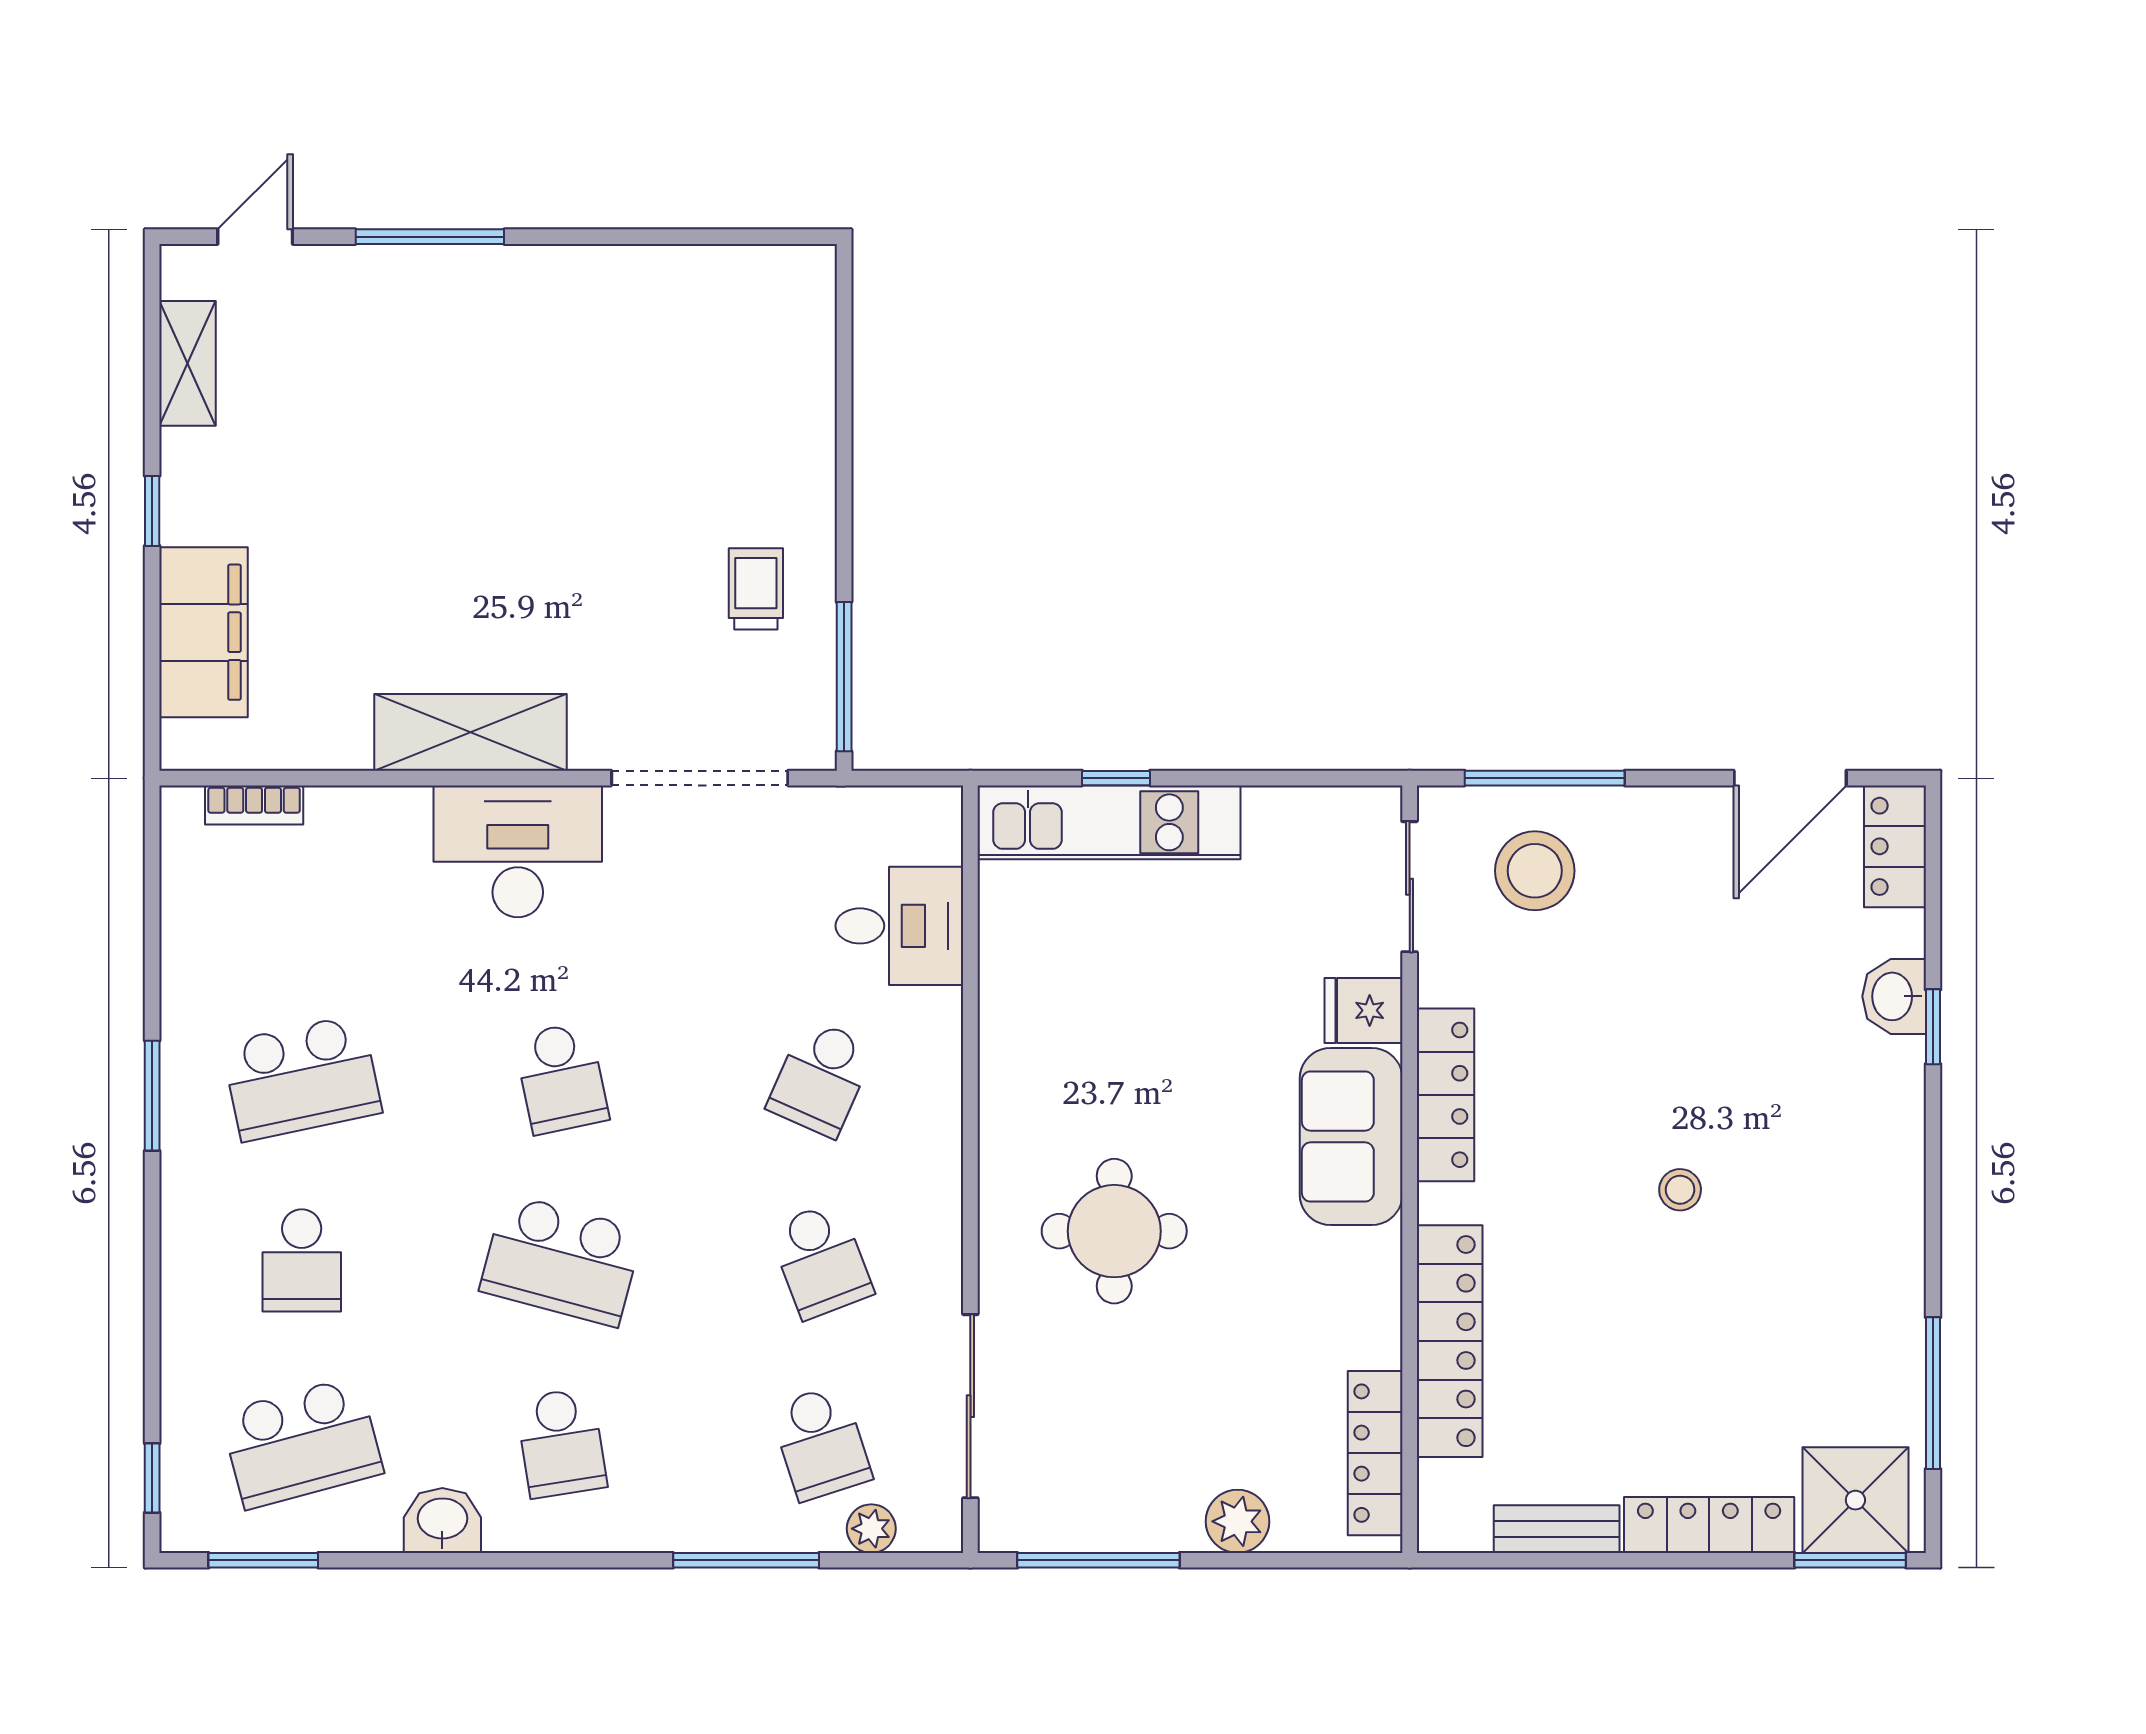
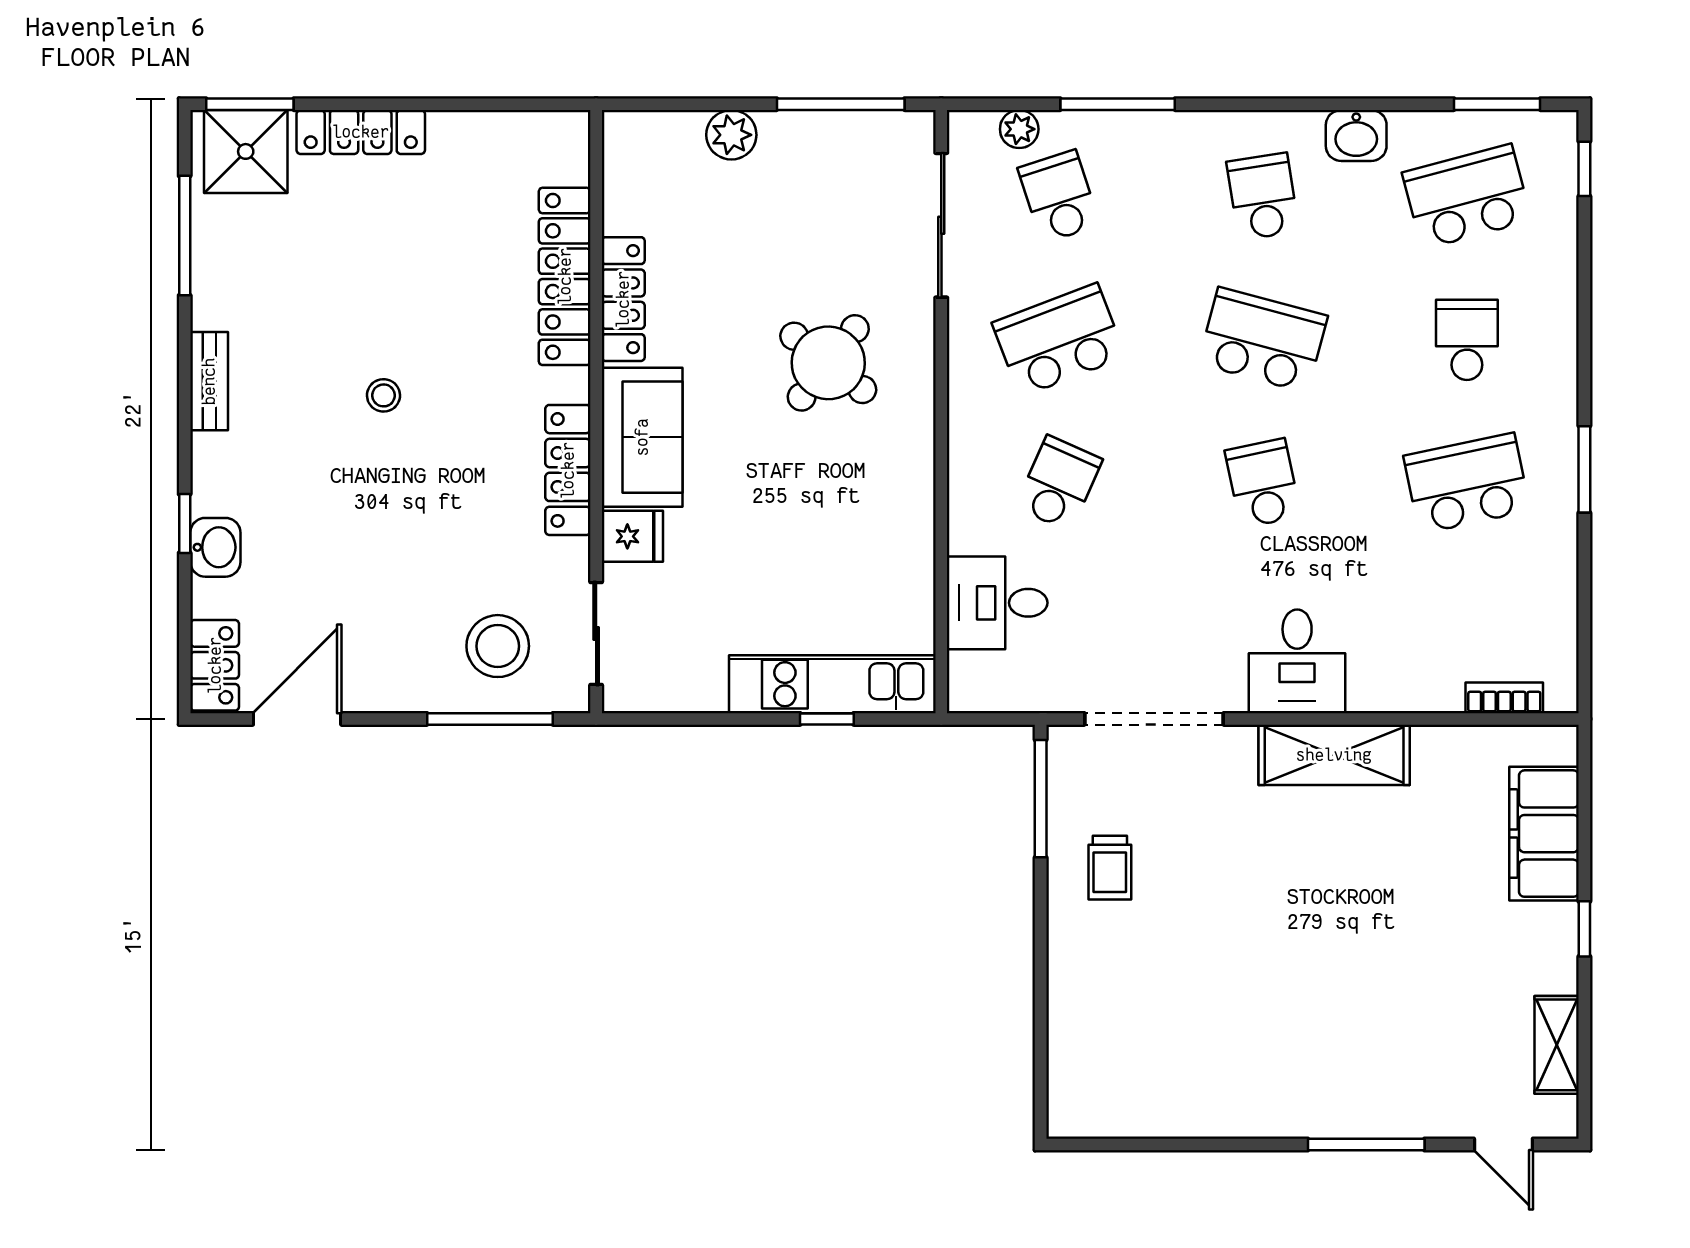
door: (255, 237) -> (1503, 1145), hinge flipped
desk: (518, 851) -> (1297, 661), width x0.73
round table: (1114, 1231) -> (828, 363), turned 38
school desk: (821, 1260) -> (1059, 340), width x1.85
locker: (1375, 1453) -> (623, 299), moved
bench: (1557, 1529) -> (209, 381), moved, turned 90

